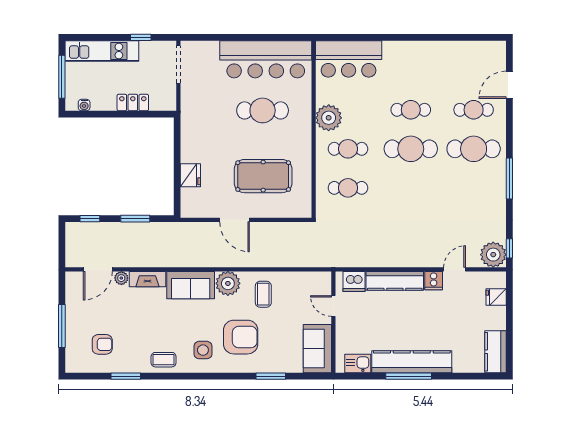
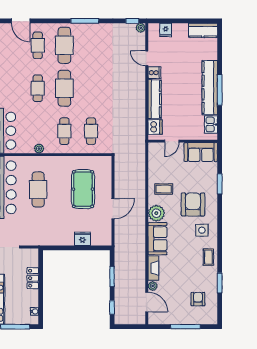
plant: (329, 118) -> (39, 149), width x0.53, depth x0.53
plant: (493, 255) -> (141, 28), width x0.53, depth x0.53

